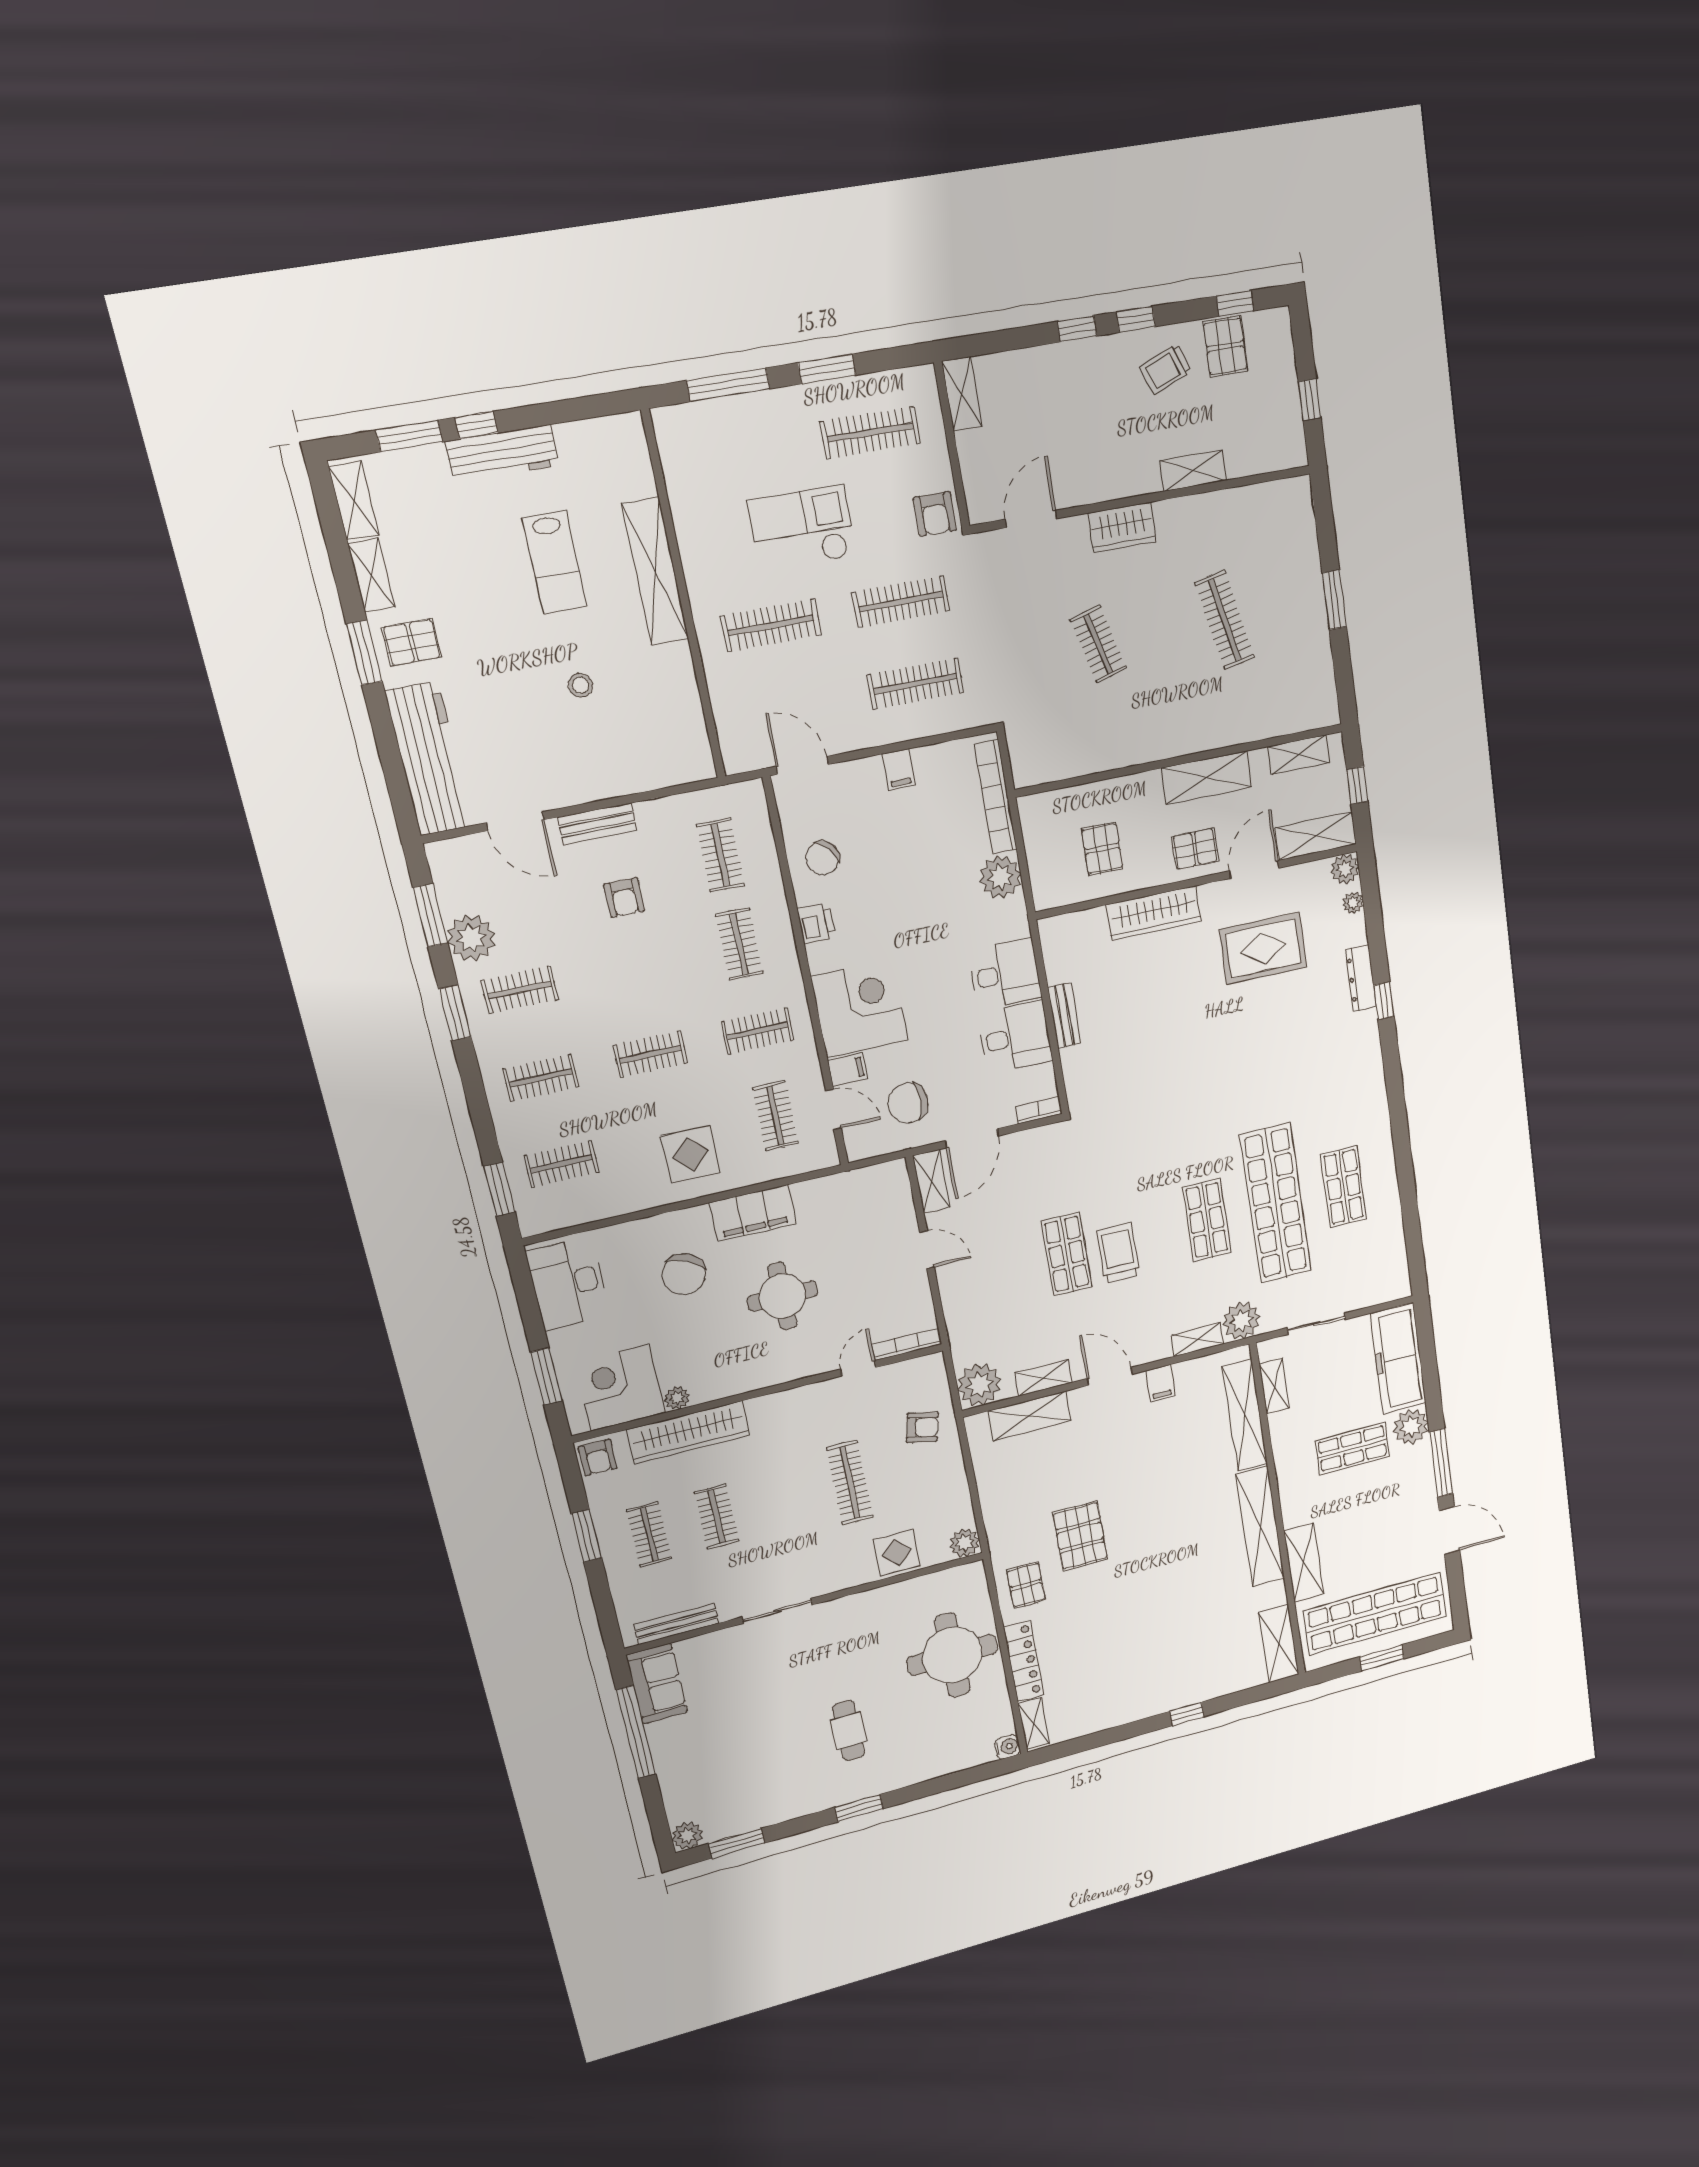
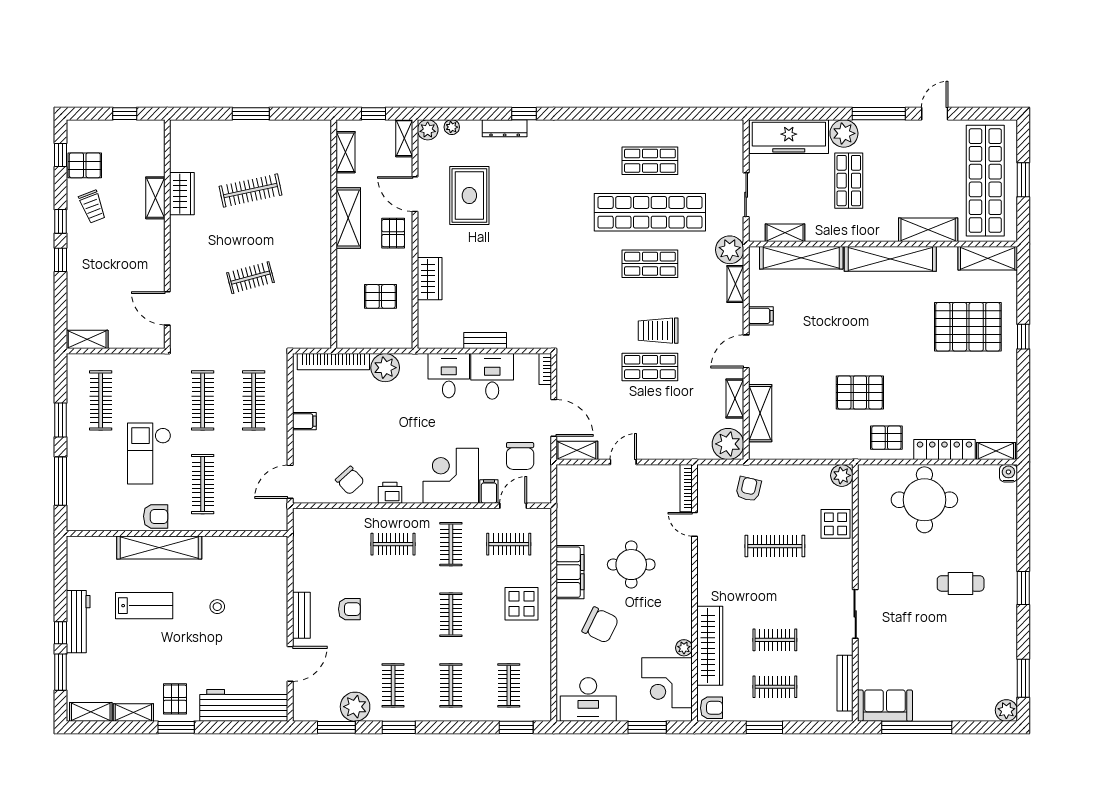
armchair: (935, 514) -> (156, 516), moved
wardrobe: (1122, 527) -> (182, 194), moved
shelving: (1316, 836) -> (404, 138), width x0.67, depth x0.75
clothes rail: (720, 855) -> (335, 544), removed
wardrobe: (1154, 913) -> (430, 279), width x0.67
door: (1449, 1530) -> (935, 114), width x0.73
pallet: (1188, 1645) -> (968, 327), added

